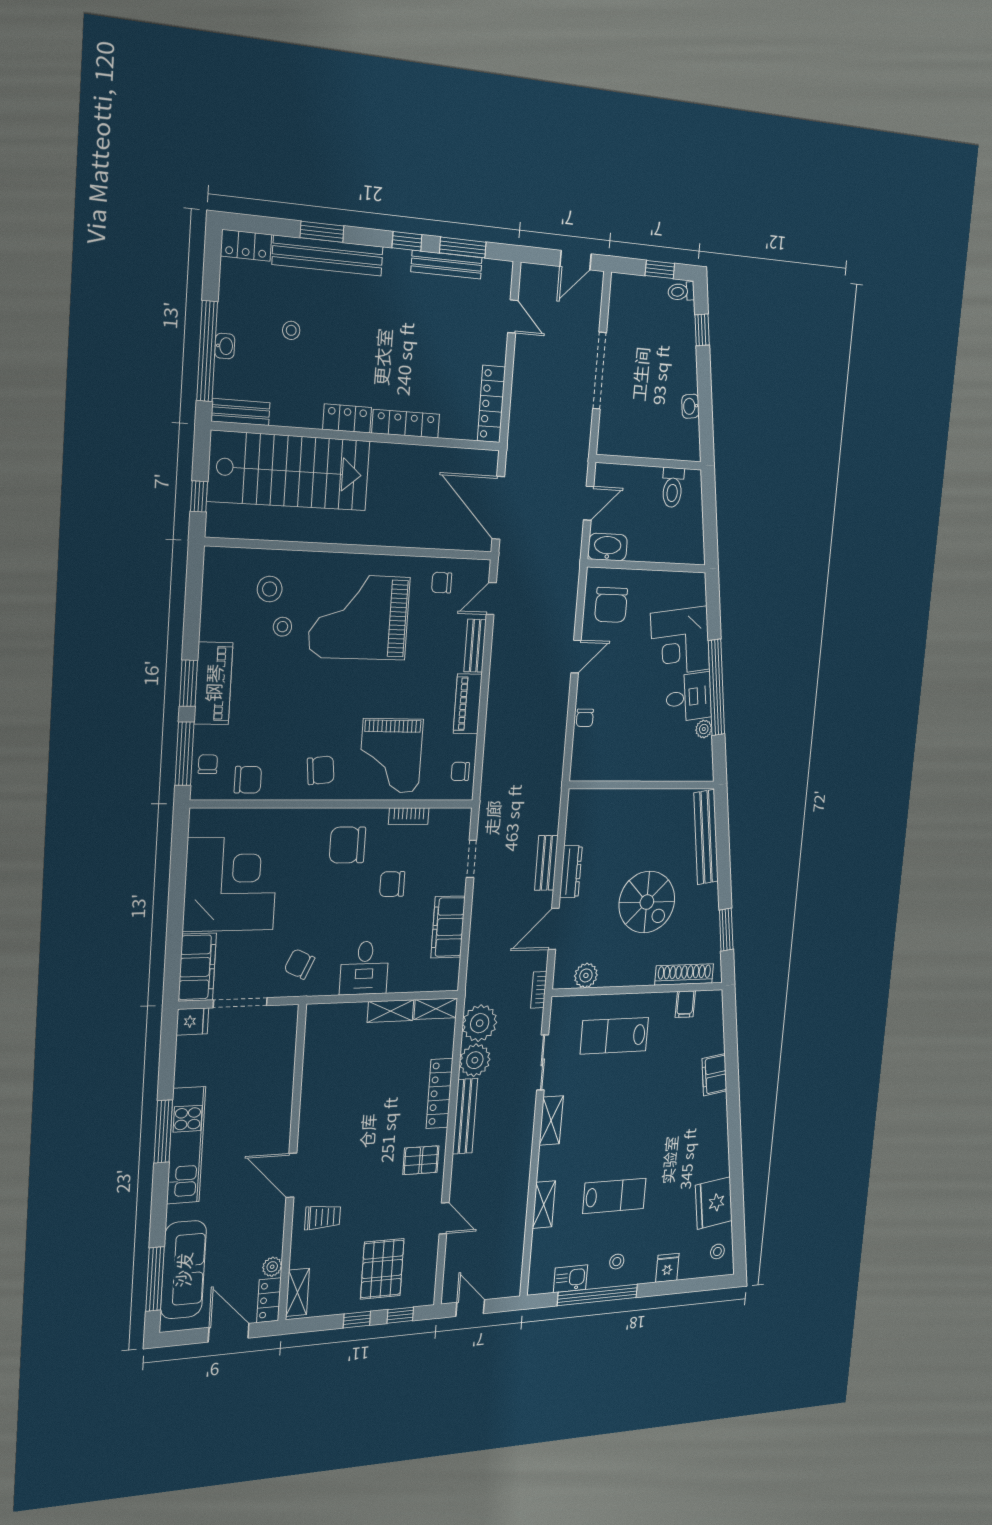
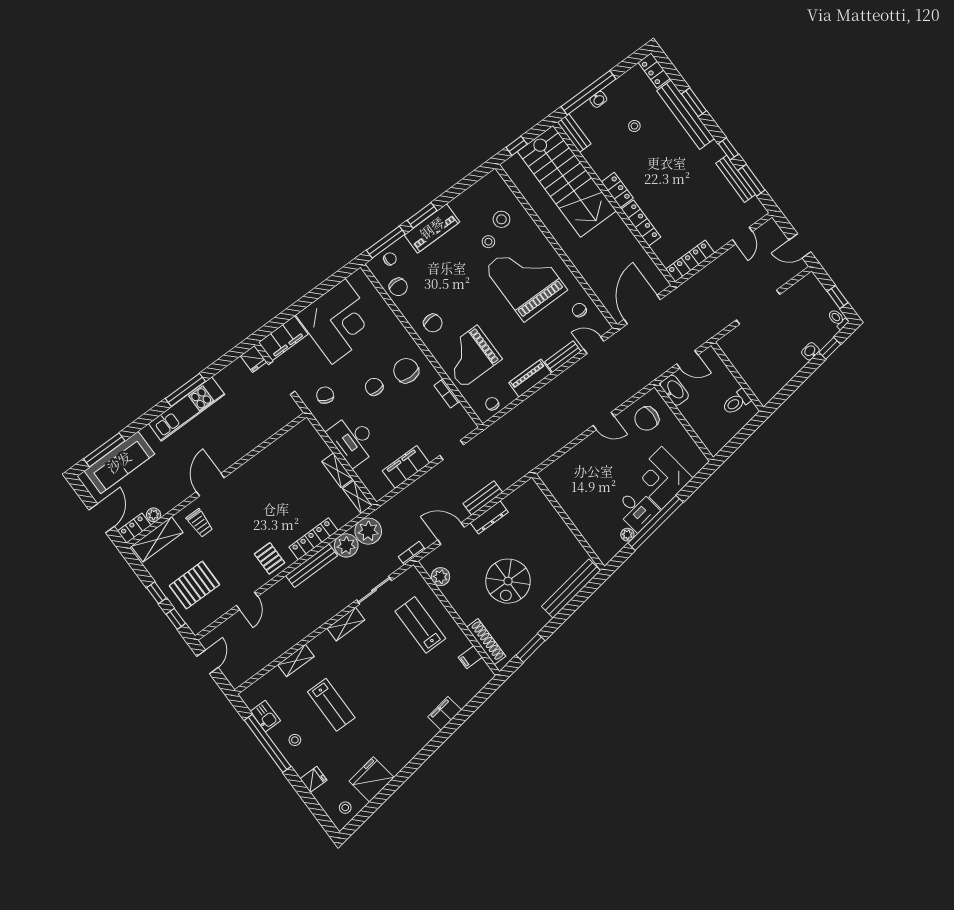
washbasin: (690, 406) -> (810, 351), moved
chair: (585, 718) -> (576, 454), removed
chair: (392, 884) -> (374, 387), moved
desk: (364, 968) -> (353, 440), width x1.37
shelving: (297, 1292) -> (157, 539), width x1.50, depth x1.33

